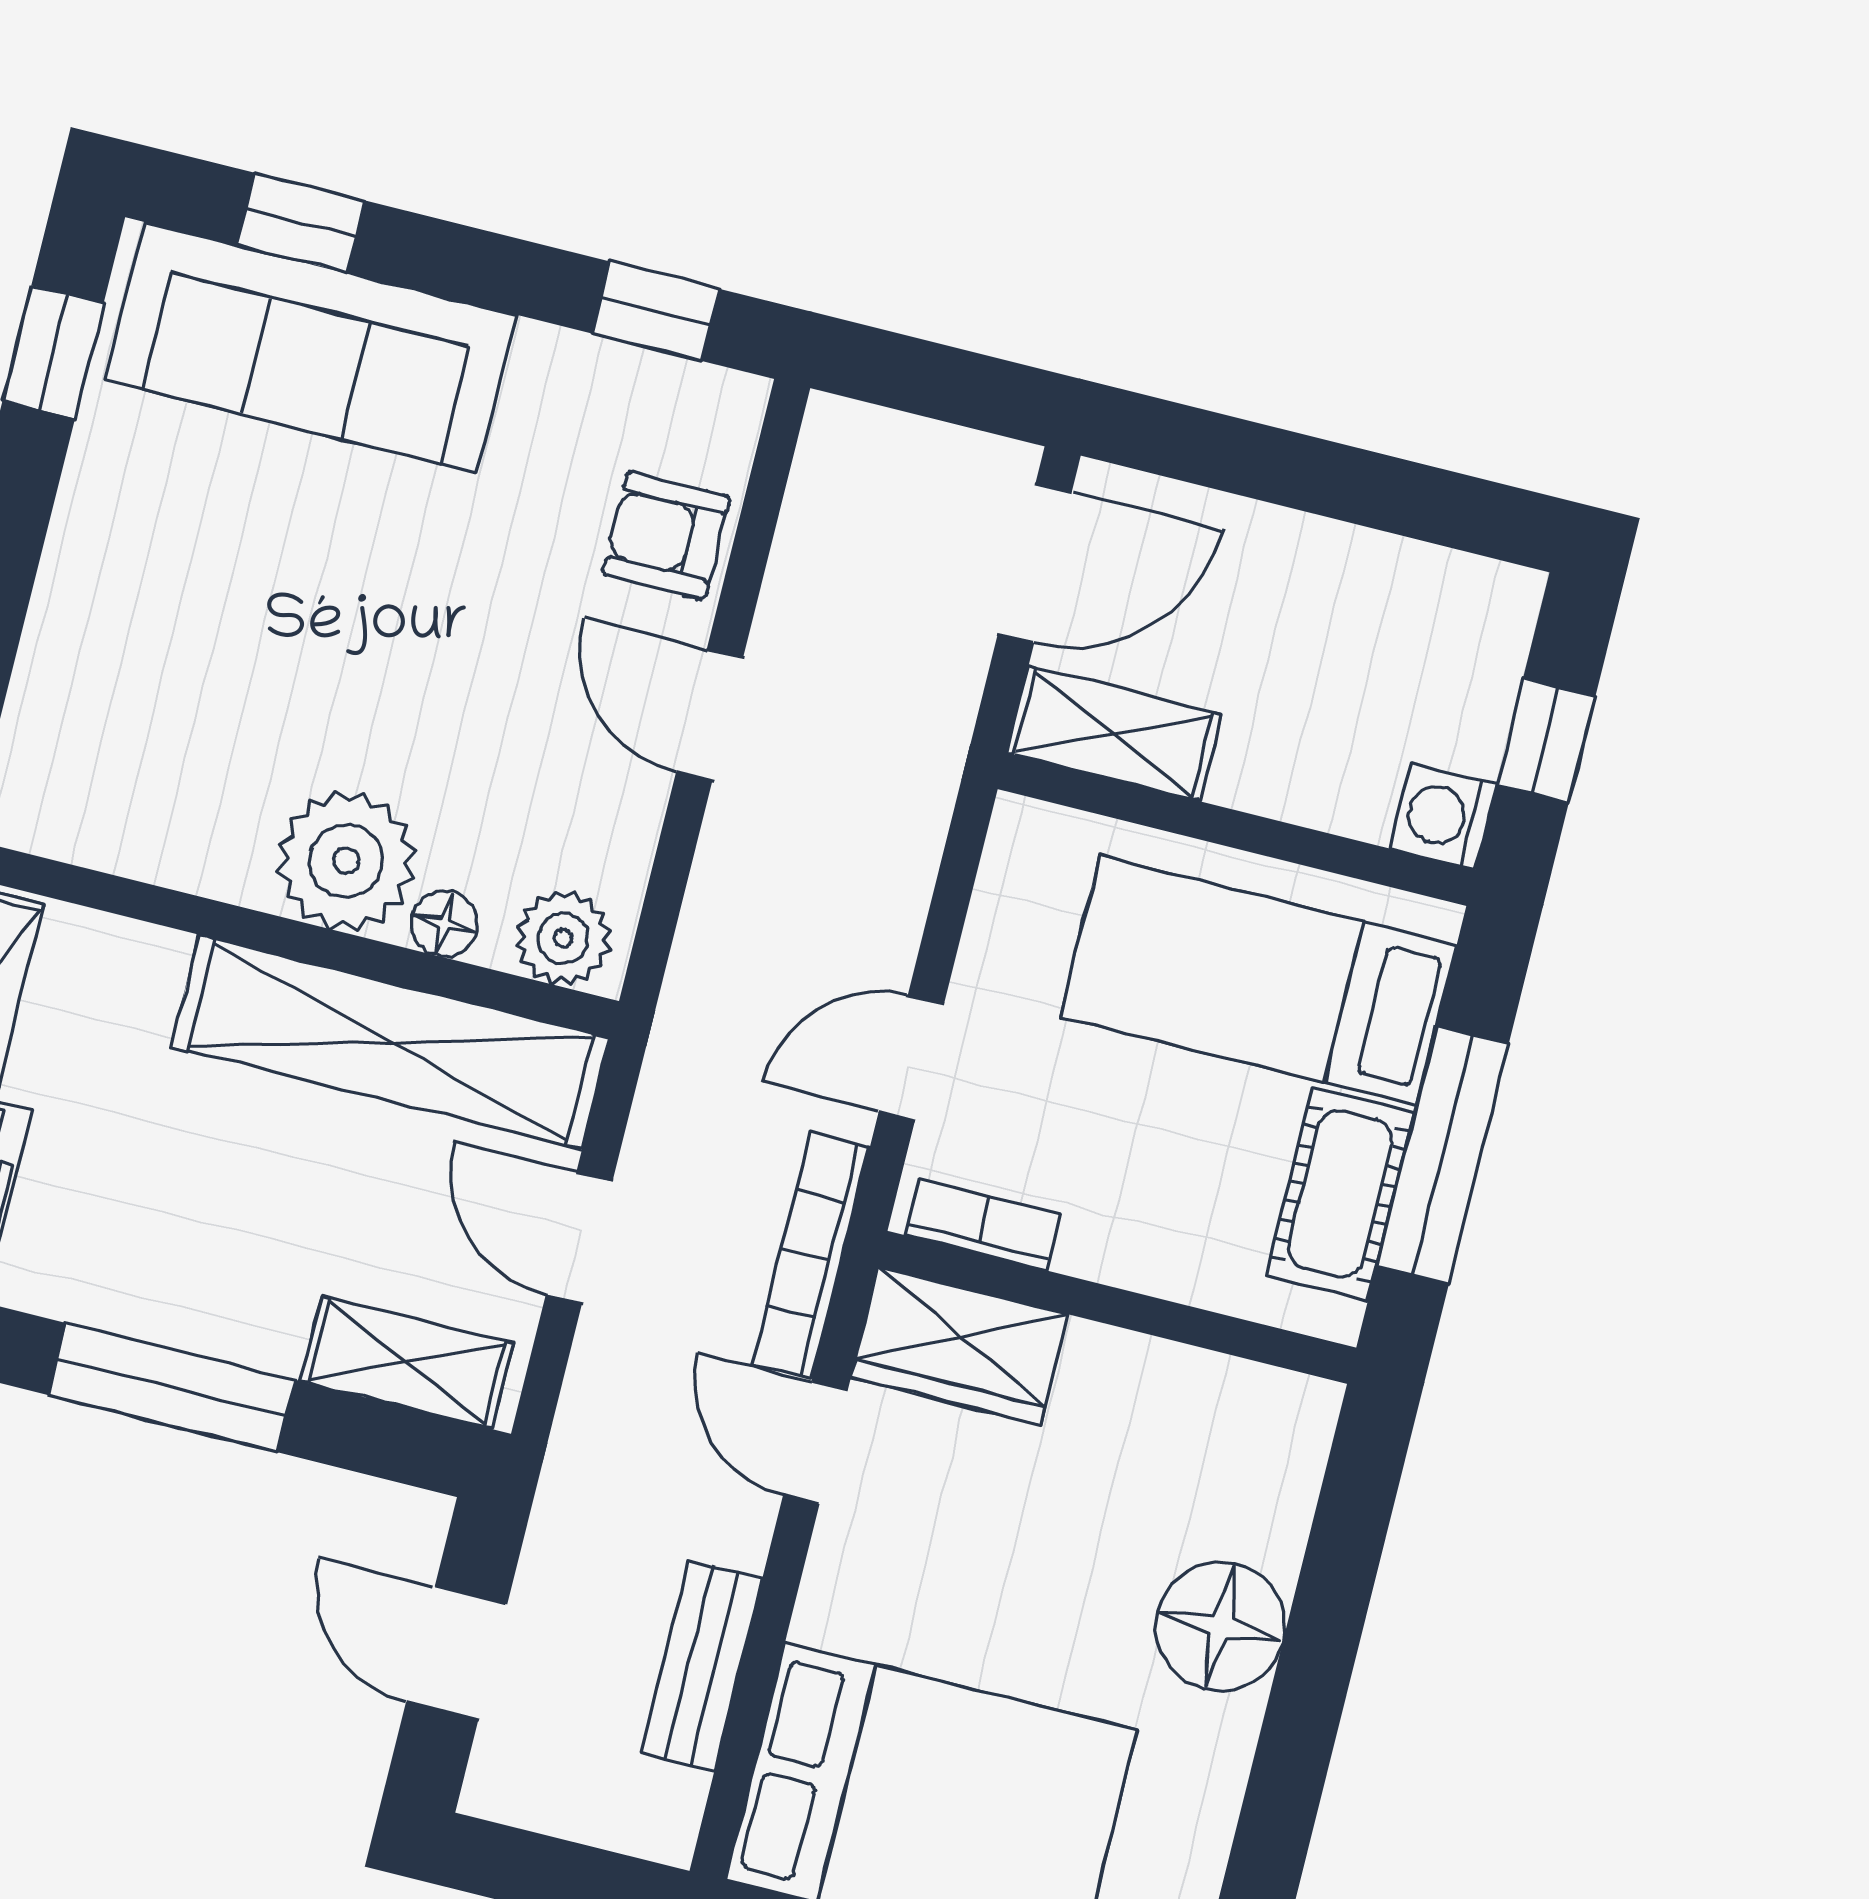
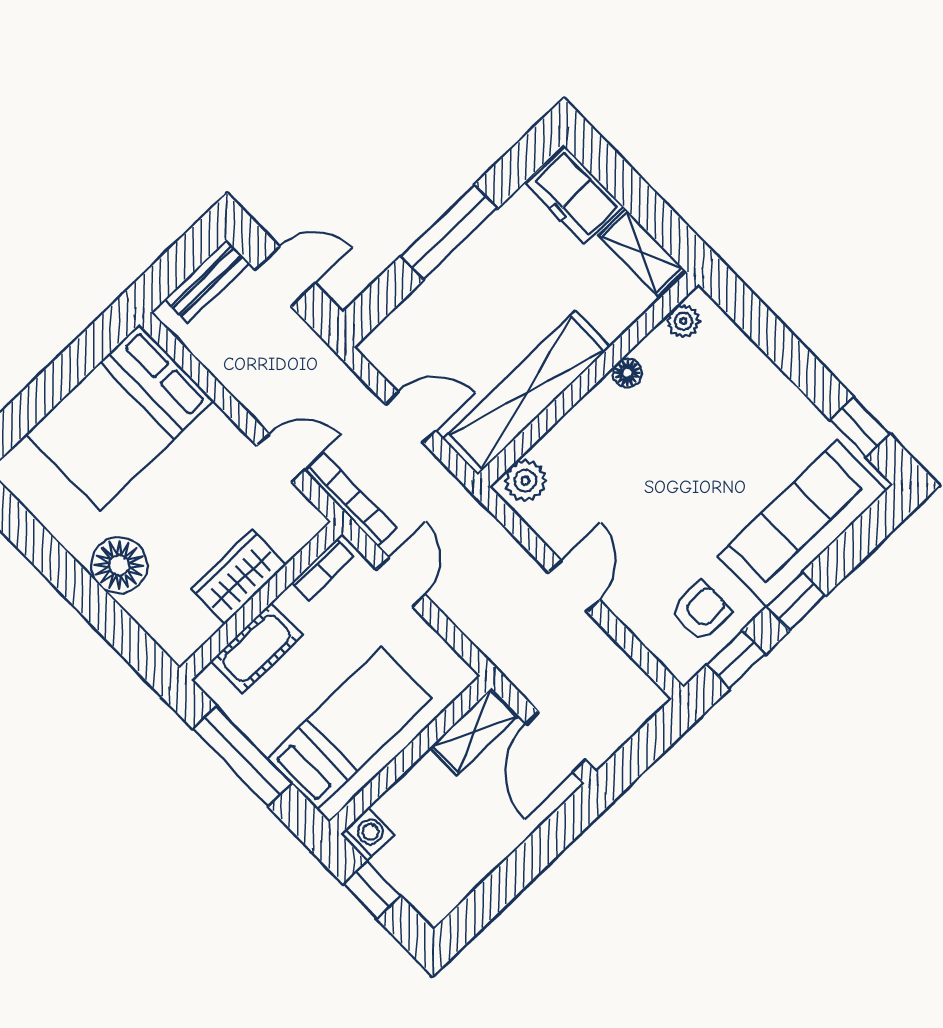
window: (301, 223) -> (796, 601), moved
armchair: (666, 535) -> (701, 611), moved
door: (710, 715) -> (574, 586), hinge flipped
plant: (346, 861) -> (684, 321), moved, width x0.53, depth x0.53
floor lamp: (444, 924) -> (627, 373), moved
cot: (1340, 1194) -> (257, 648), moved, turned 90
wardrobe: (960, 1346) -> (239, 577), moved
shelving: (407, 1362) -> (404, 325), removed
bench: (702, 1666) -> (207, 281), moved, turned 90

